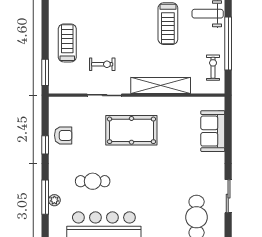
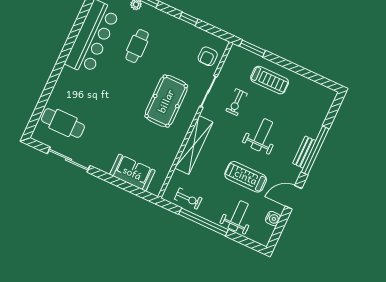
weight bench: (122, 27) -> (262, 135), added
armchair: (63, 135) -> (208, 56), moved
sliding door: (228, 196) -> (69, 160), width x1.37

